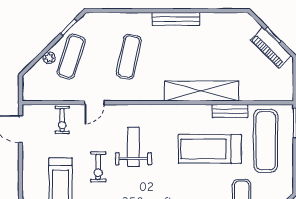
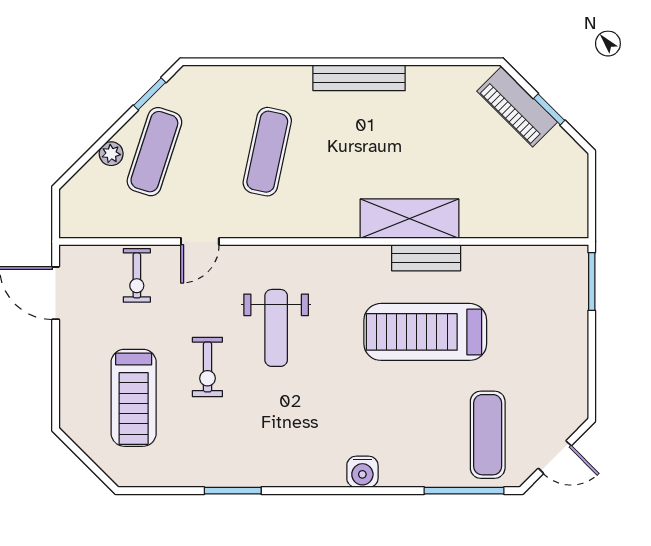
piano: (271, 48) -> (517, 107), moved
shelving: (202, 91) -> (409, 219), width x0.68
bench: (230, 111) -> (426, 258), moved
exercise mat: (266, 141) -> (535, 316), removed
weight bench: (133, 147) -> (276, 328), turned 180

